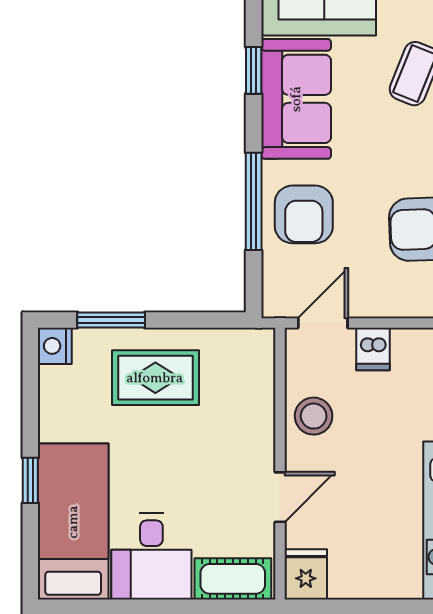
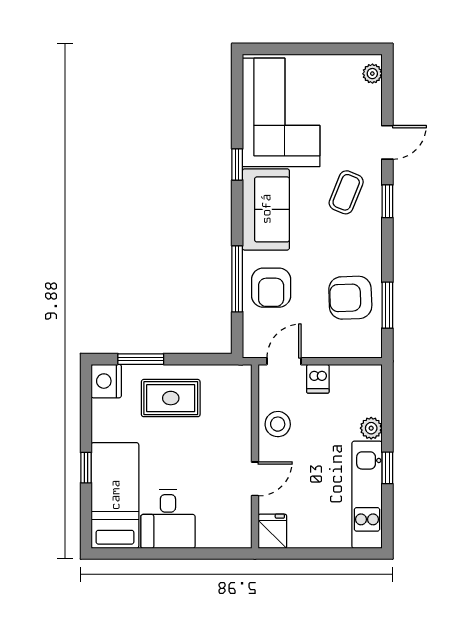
window: (254, 70) -> (237, 164), moved
nightstand: (55, 346) -> (106, 381), width x1.36, depth x1.33
cot: (233, 579) -> (223, 534), removed

